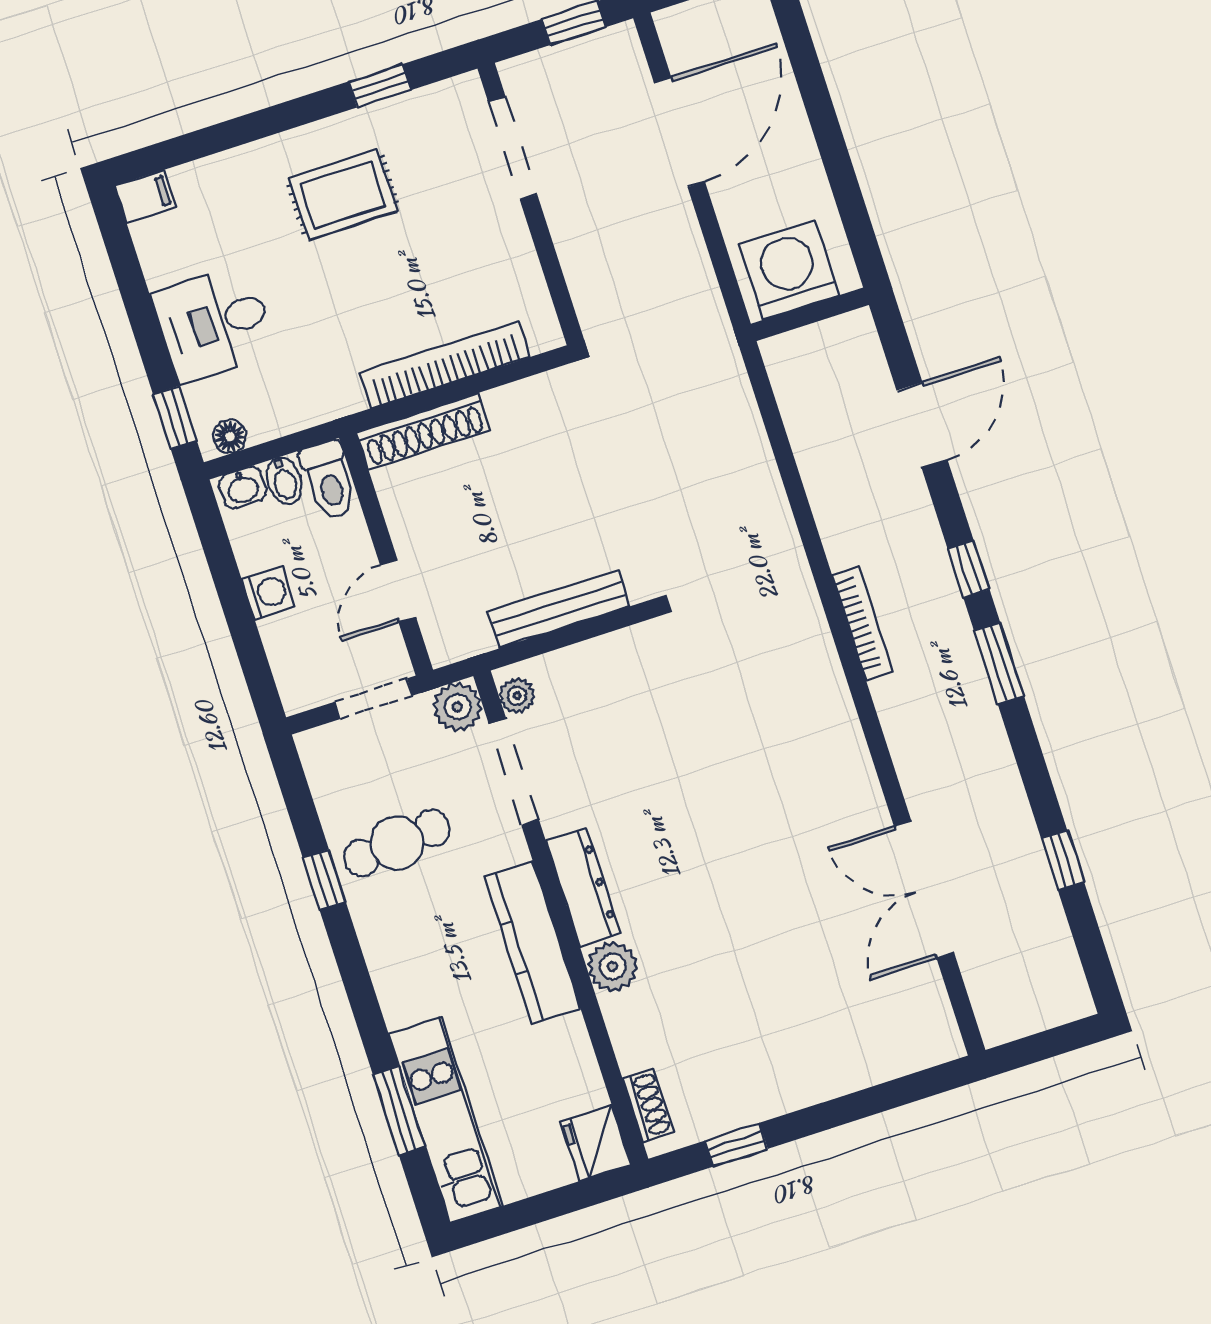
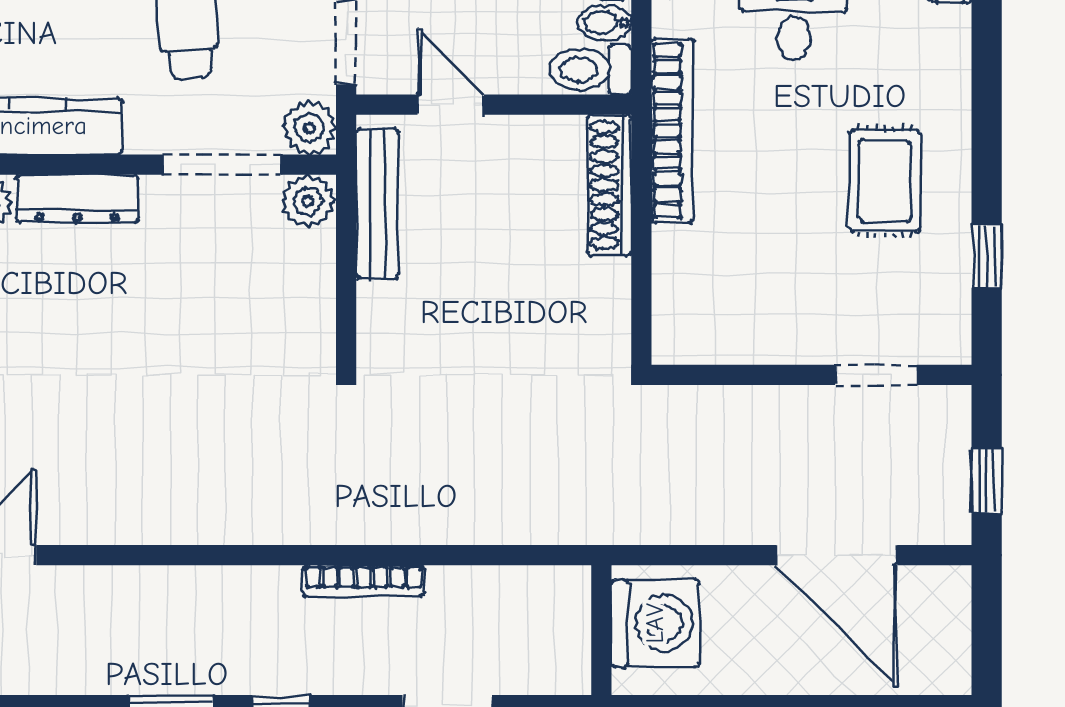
doorway: (513, 148) -> (876, 375), width x0.73
bookcase: (444, 365) -> (672, 131), moved
bench: (558, 609) -> (377, 204), moved
bookcase: (863, 623) -> (364, 581), moved
plant: (517, 696) -> (308, 201), width x1.38, depth x1.38

